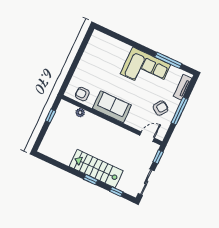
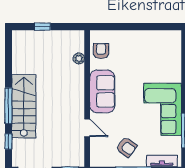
window: (51, 116) -> (42, 27), moved
door: (147, 137) -> (87, 128), moved
window: (91, 180) -> (8, 106), width x2.17

